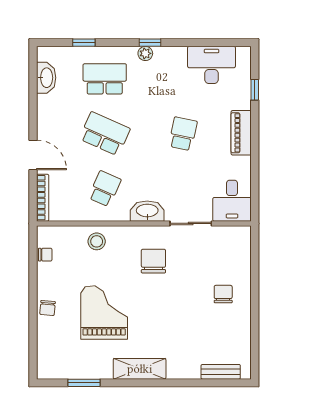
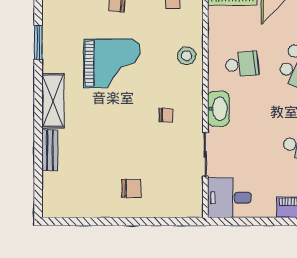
school desk: (105, 189) -> (242, 64), turned -30
chair: (153, 261) -> (166, 115), width x0.54, depth x0.54
bench: (221, 372) -> (50, 150), moved

